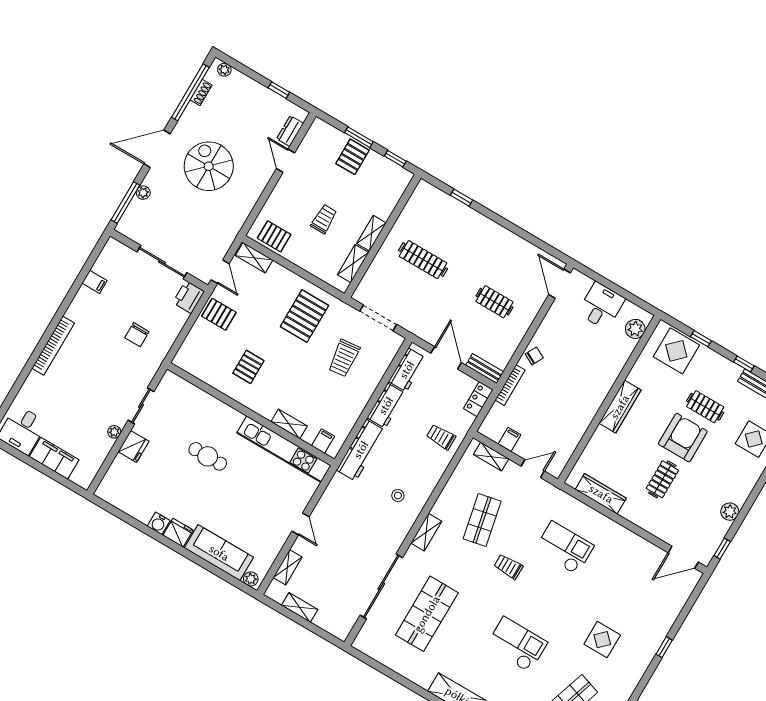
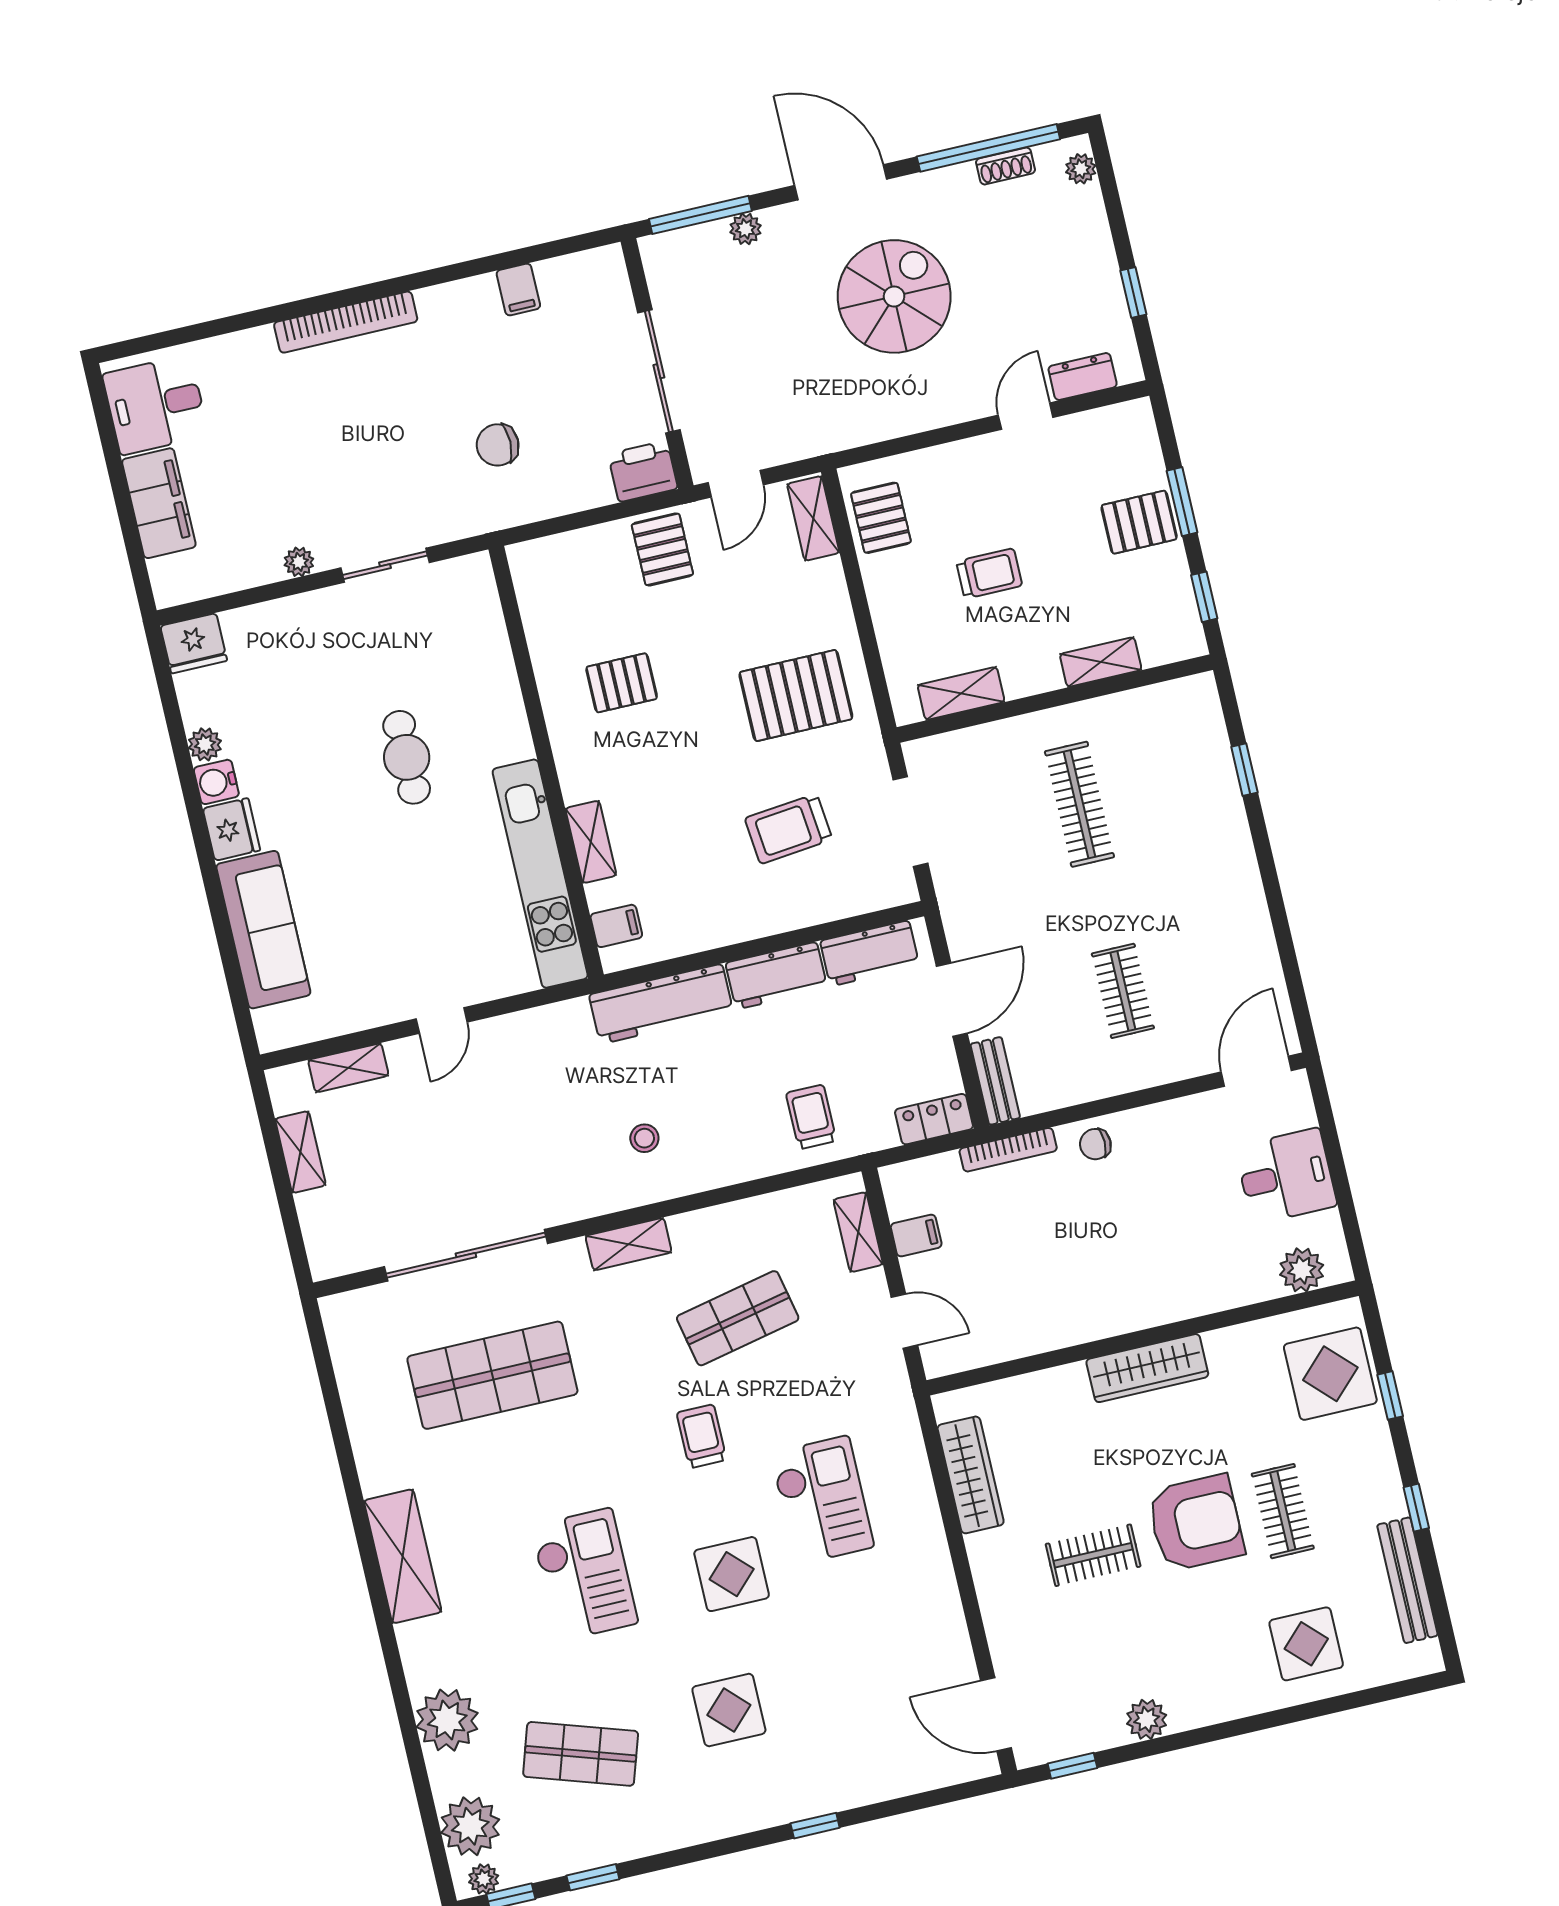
shelving: (372, 233) -> (1101, 662), moved
chair: (534, 356) -> (1095, 1144), turned 152
fridge: (134, 446) -> (194, 643), moved
plant: (251, 579) -> (205, 744), moved
display table: (560, 598) -> (732, 1574), added

